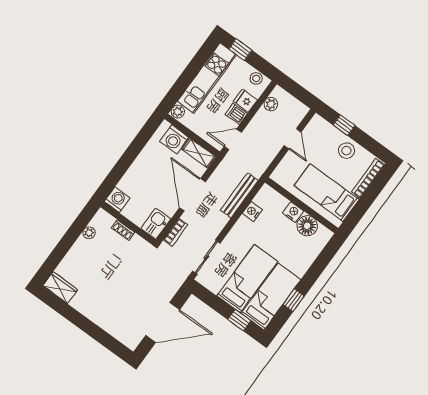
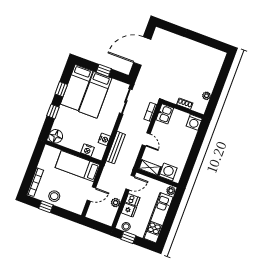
window: (240, 50) -> (128, 237), moved
plant: (271, 104) -> (116, 203), moved
window: (344, 125) -> (46, 207), moved
door: (293, 139) -> (91, 194), swing flipped
bed: (327, 193) -> (78, 166), moved, turned 180
door: (192, 195) -> (146, 139), width x0.53
nightstand: (293, 212) -> (88, 150), moved
floor lamp: (307, 226) -> (56, 136), moved
window: (314, 272) -> (53, 112), added
wardrobe: (60, 288) -> (215, 55), removed
window: (239, 320) -> (104, 70), moved

